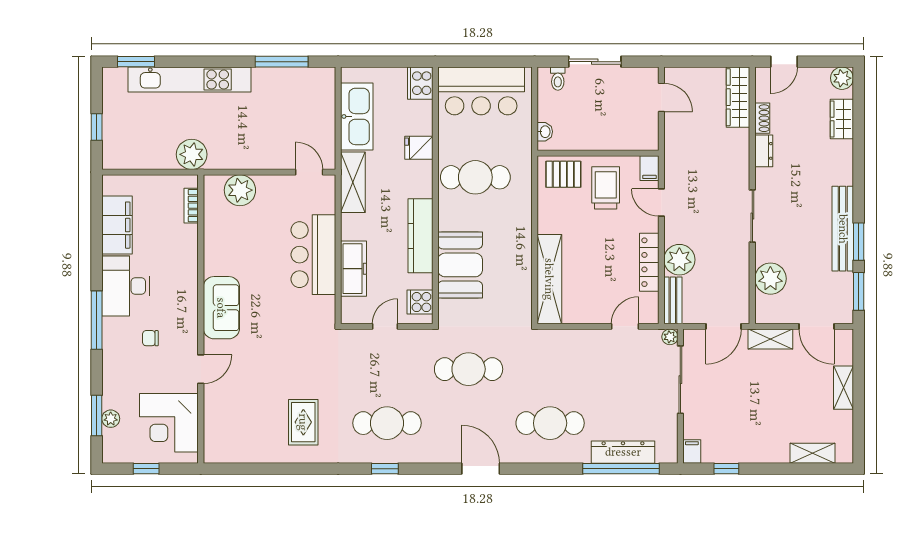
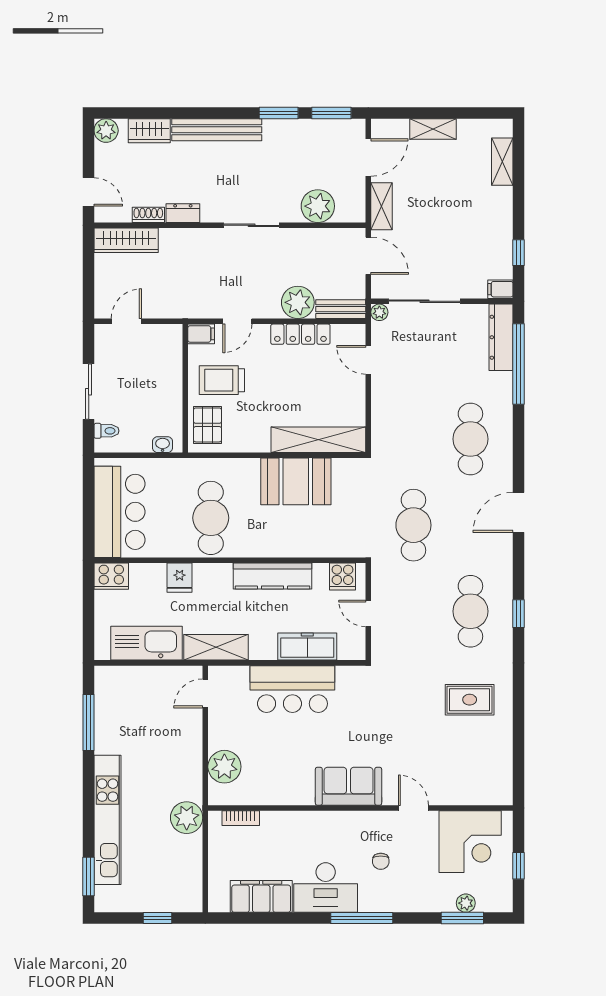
bench: (843, 229) -> (217, 130), moved
booth: (460, 265) -> (296, 481), moved
dresser: (623, 452) -> (501, 337), moved

